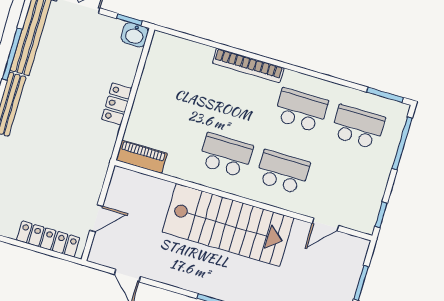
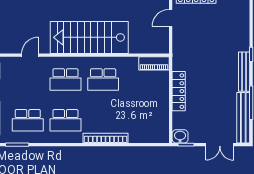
locker: (117, 104) -> (179, 91), width x1.53

